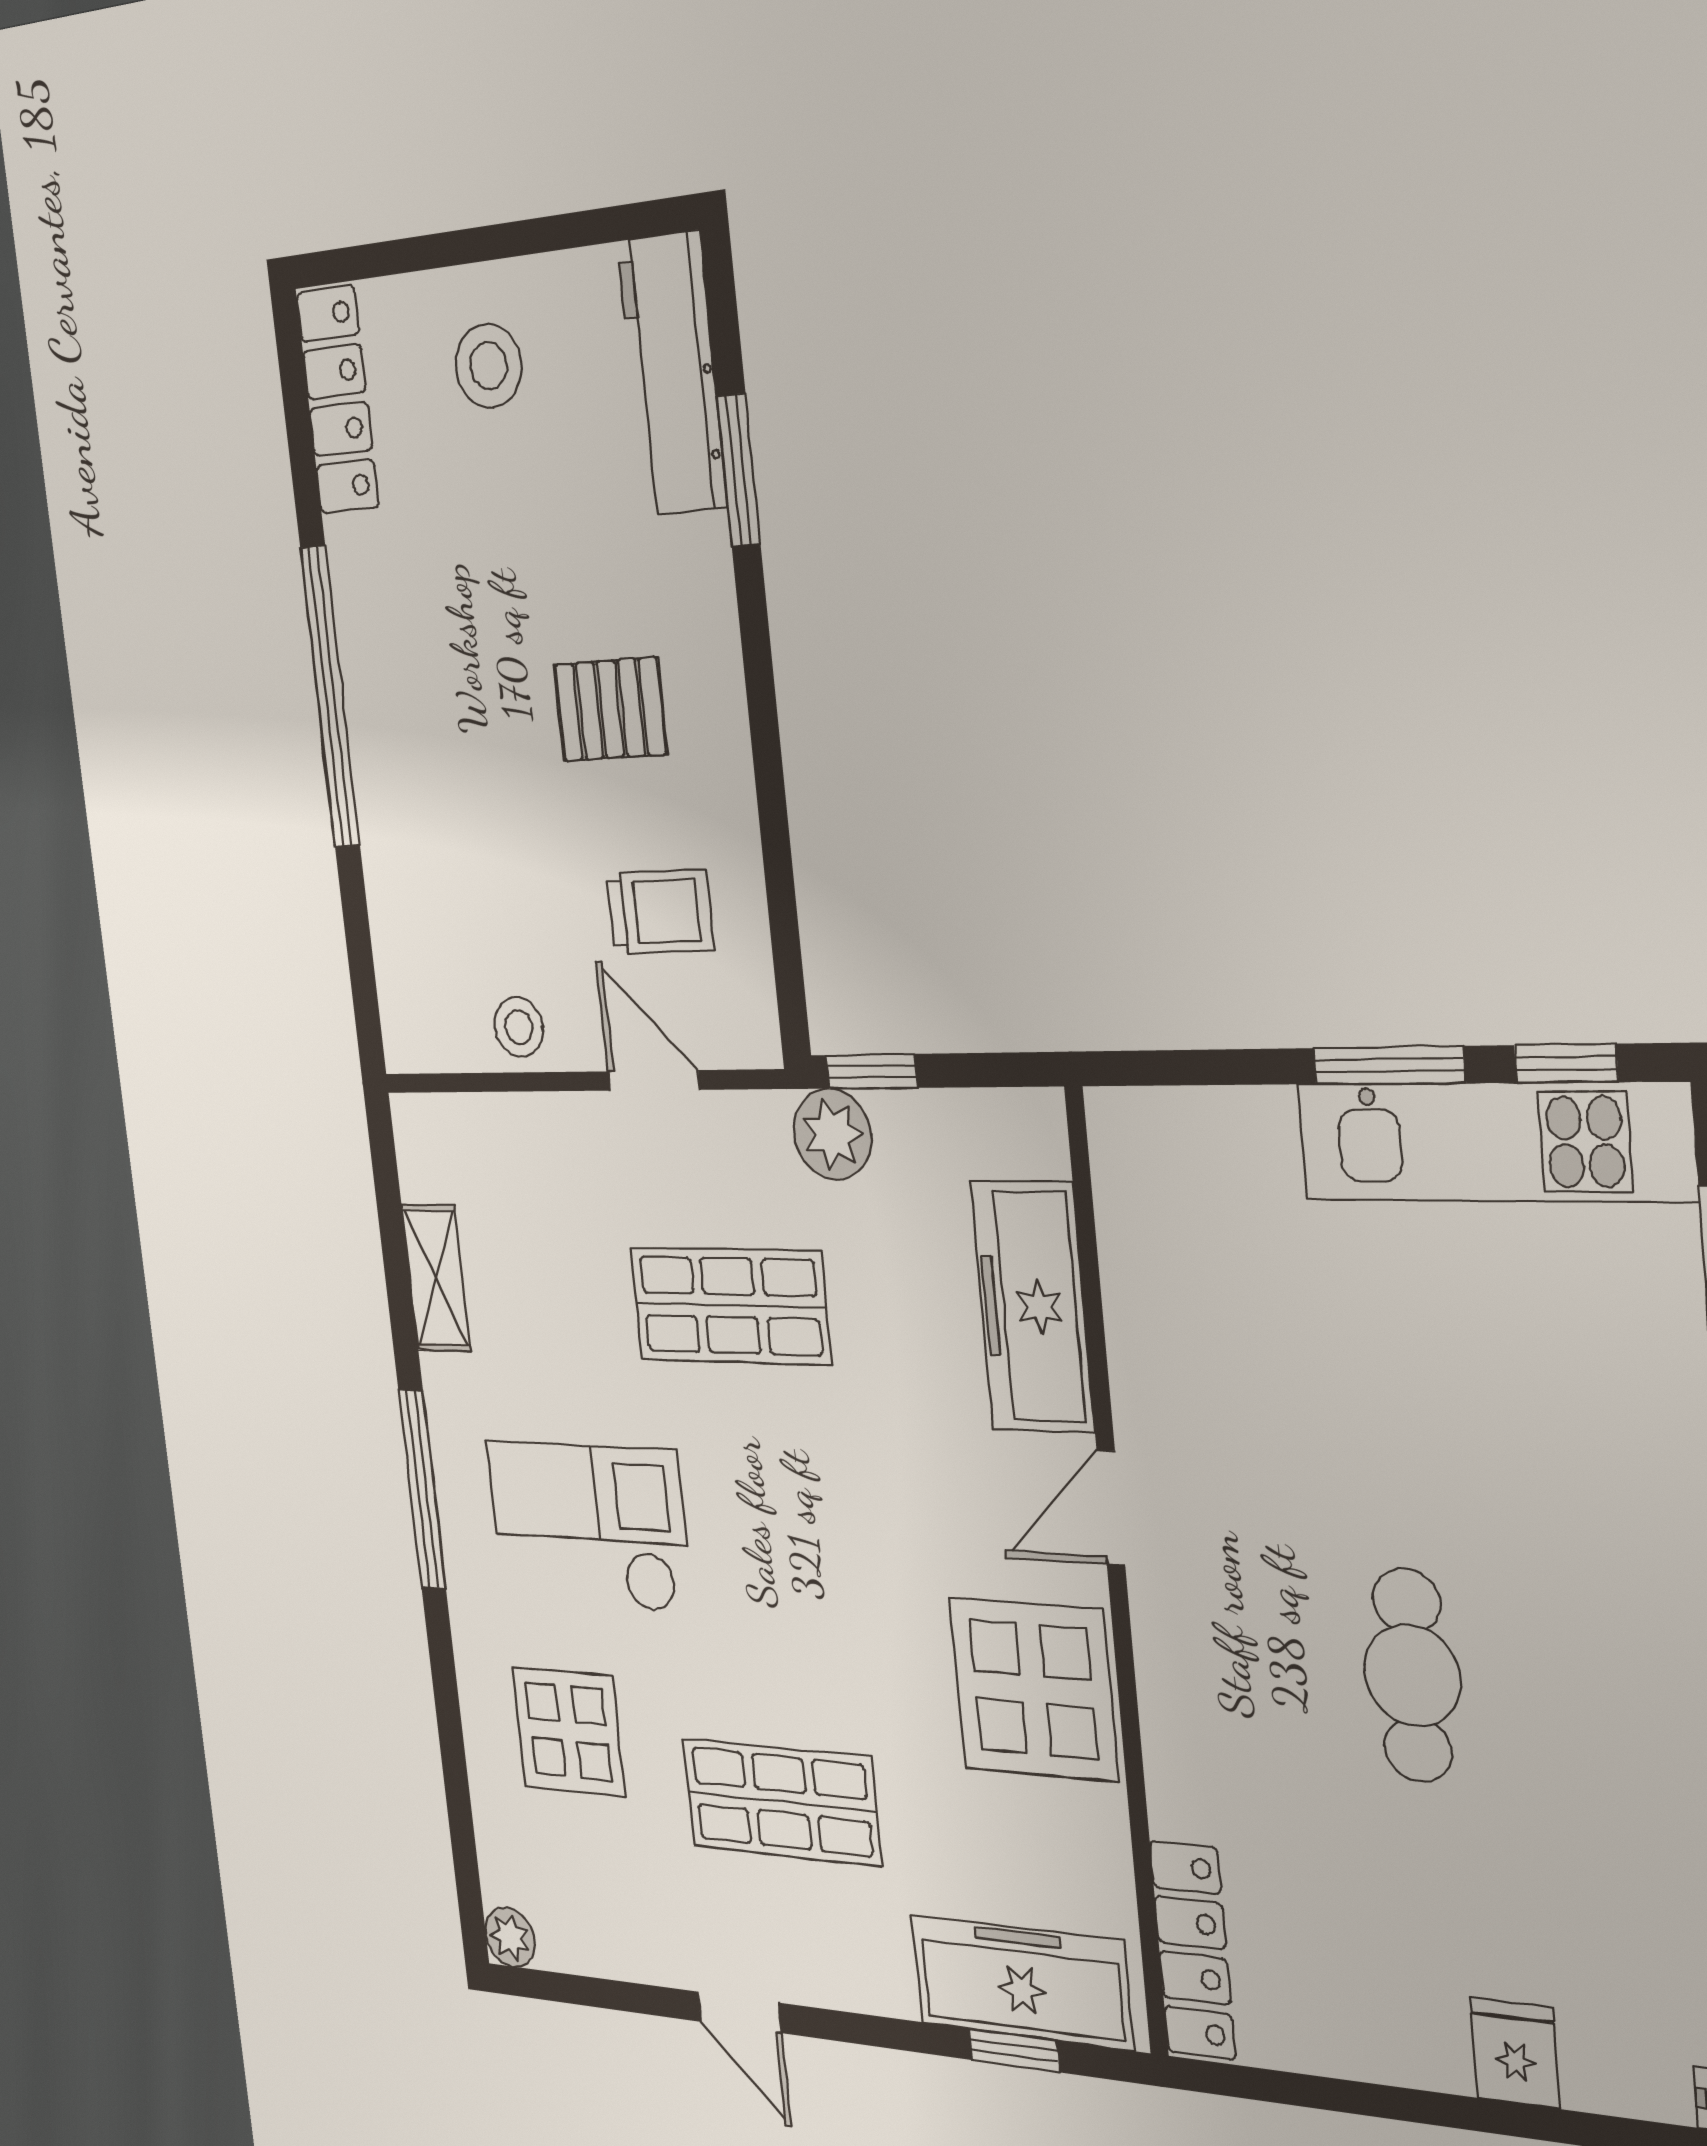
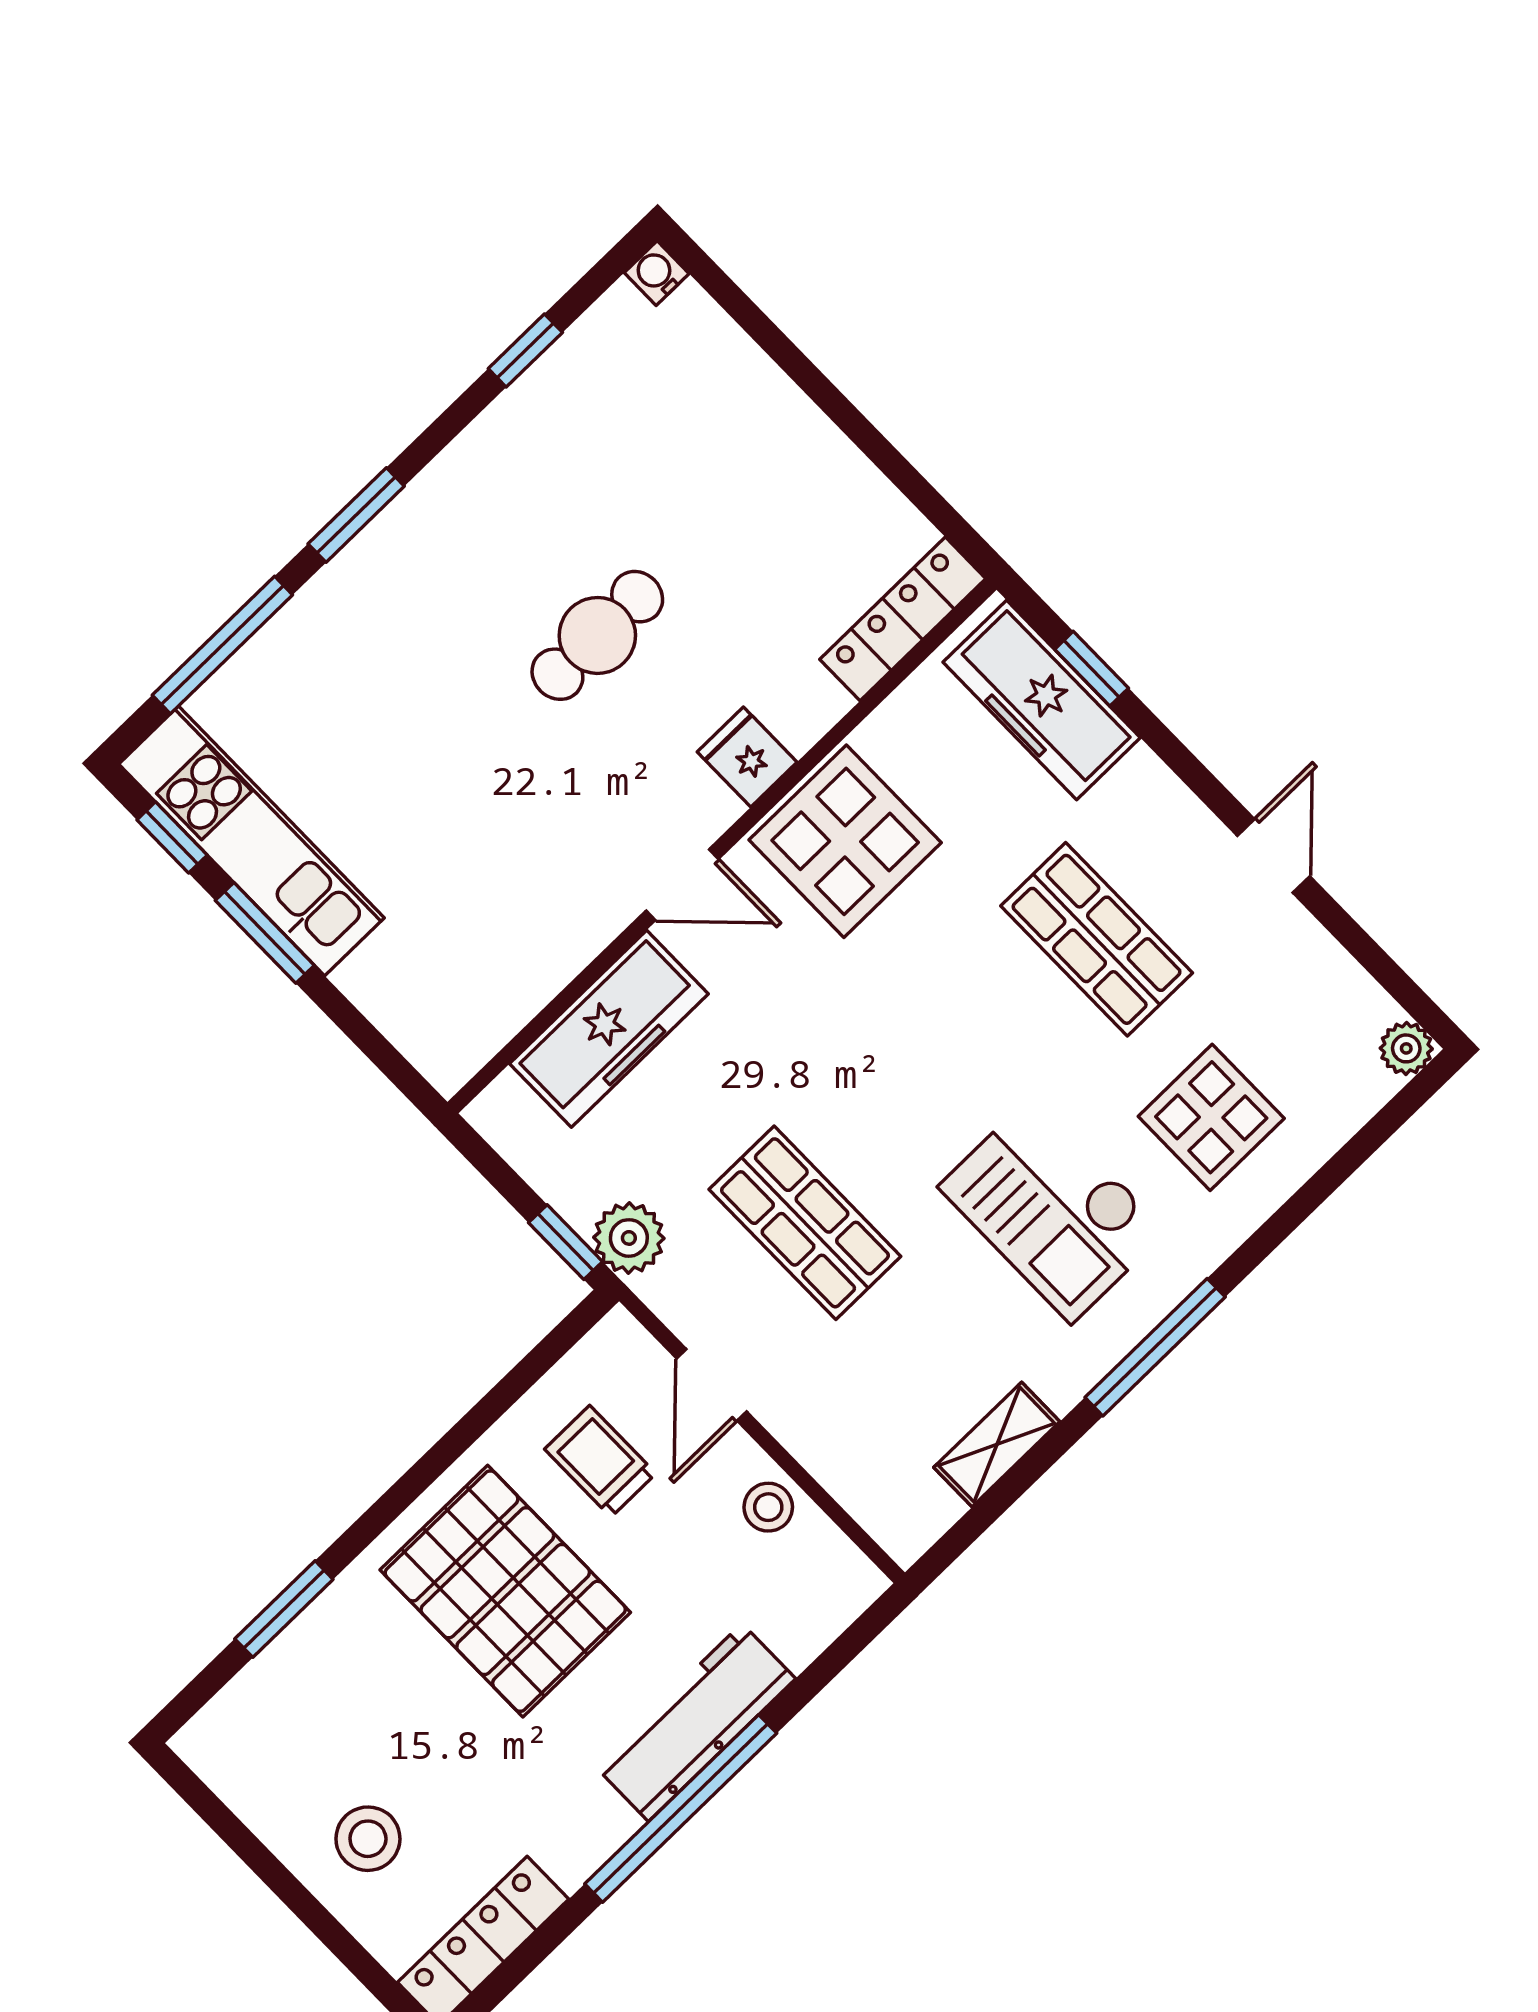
workbench: (672, 374) -> (695, 1722), moved, turned 180
pallet: (610, 709) -> (505, 1591), width x2.05, depth x2.00
fridge: (1515, 2053) -> (747, 757), moved, turned 90

